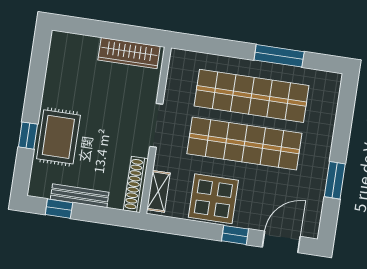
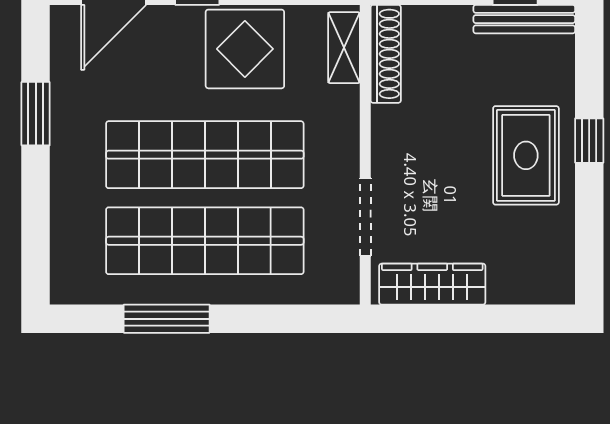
doorway: (156, 125) -> (365, 217), moved
window: (28, 136) -> (589, 141), moved
rug: (58, 137) -> (526, 155), moved
bench: (80, 196) -> (524, 19), moved

